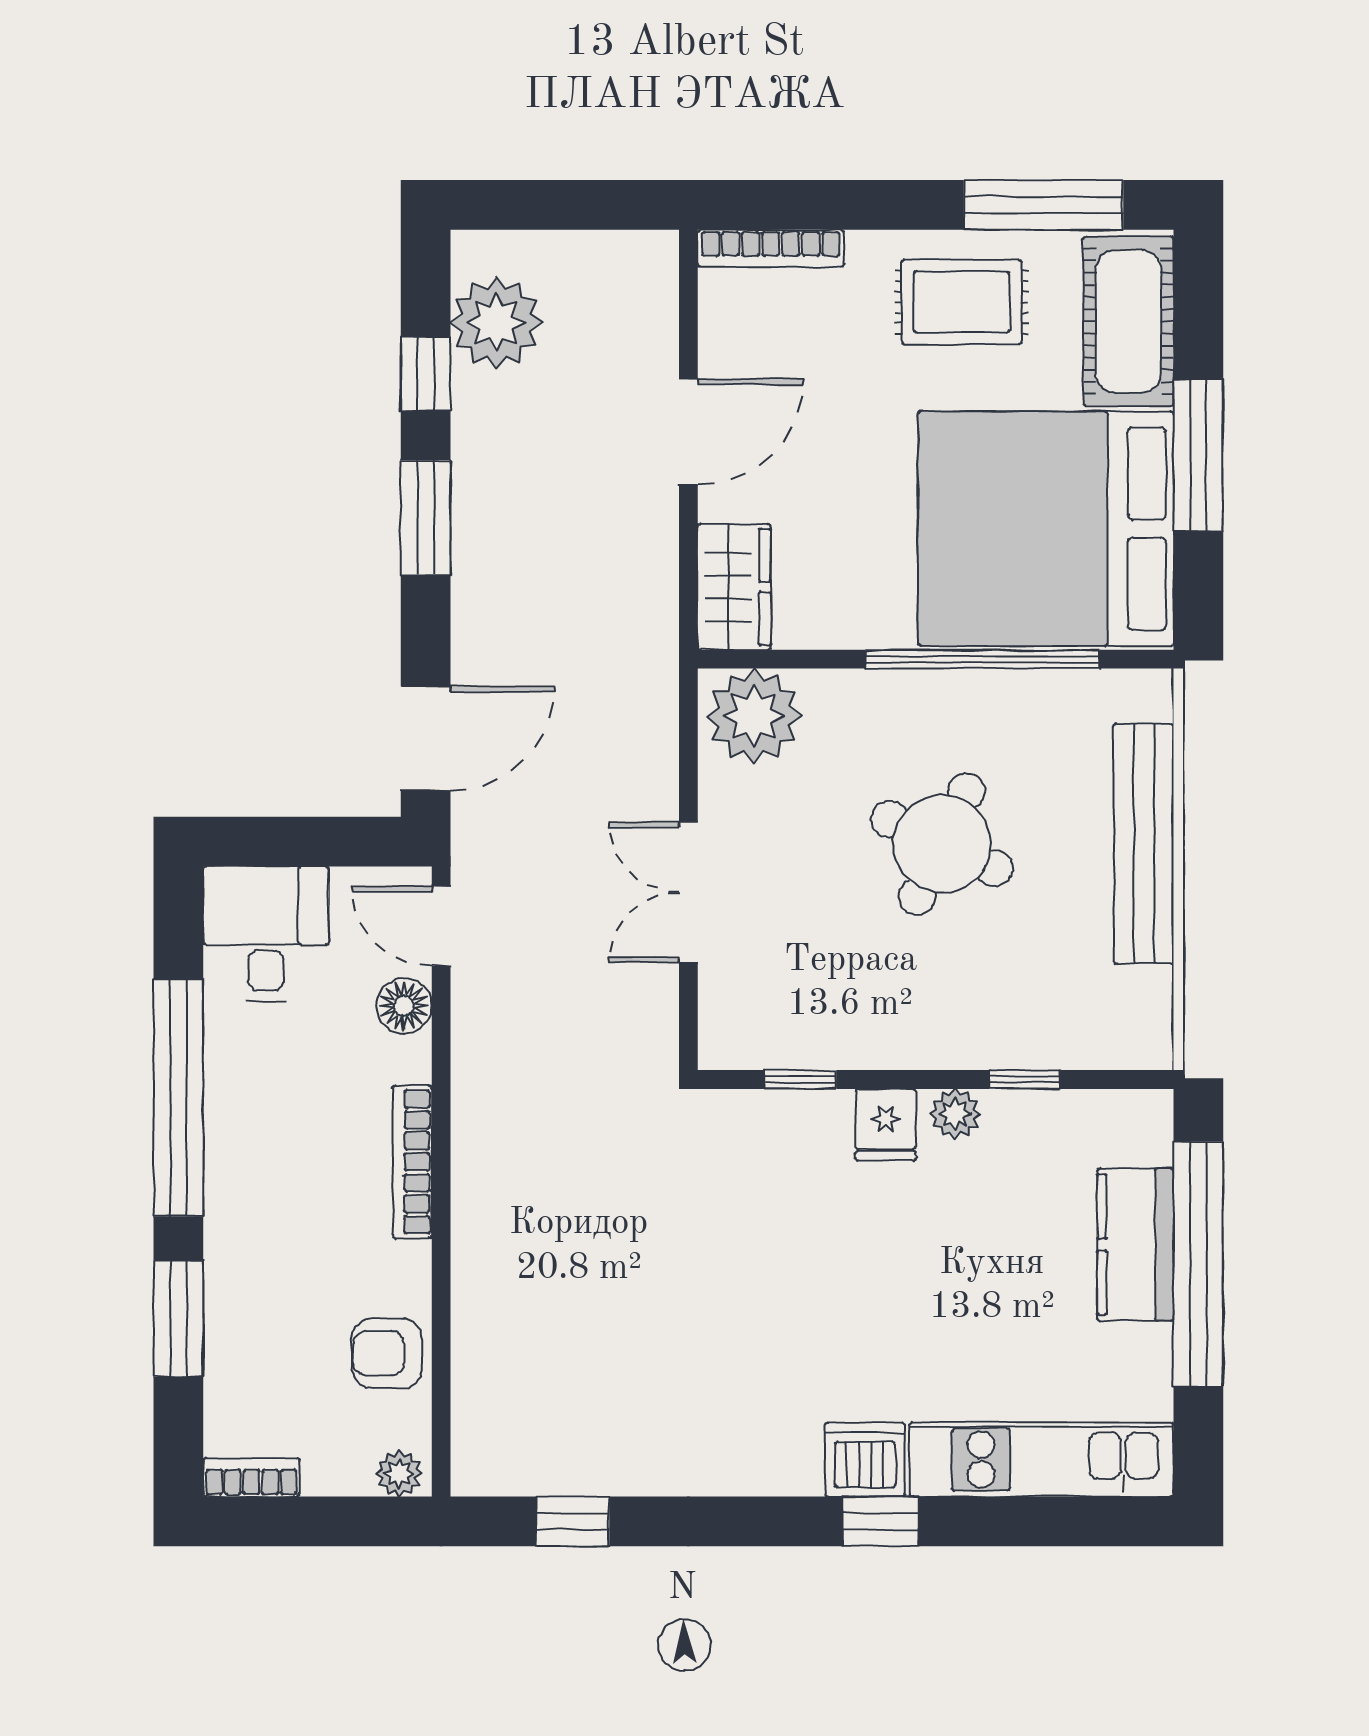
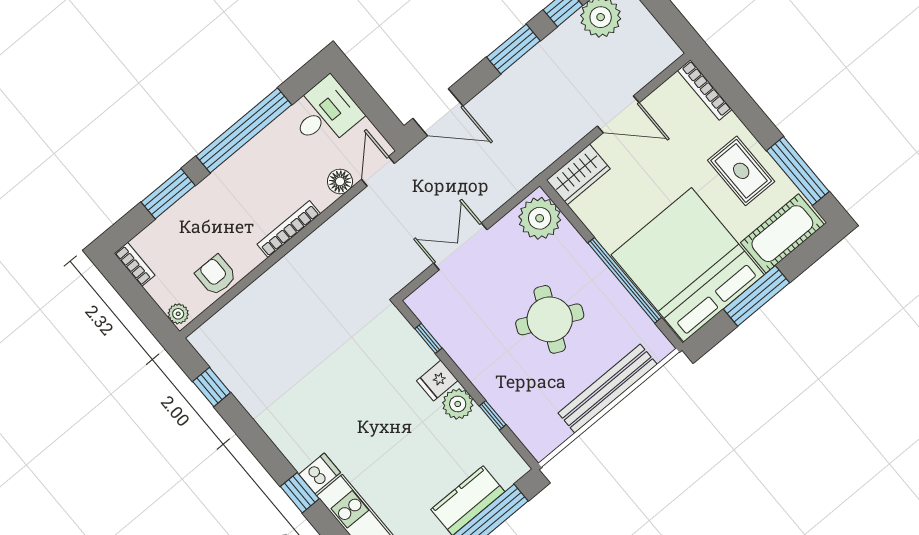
plant: (955, 1114) -> (458, 404), width x1.38, depth x1.38
dishwasher: (865, 1460) -> (320, 473), width x0.73

